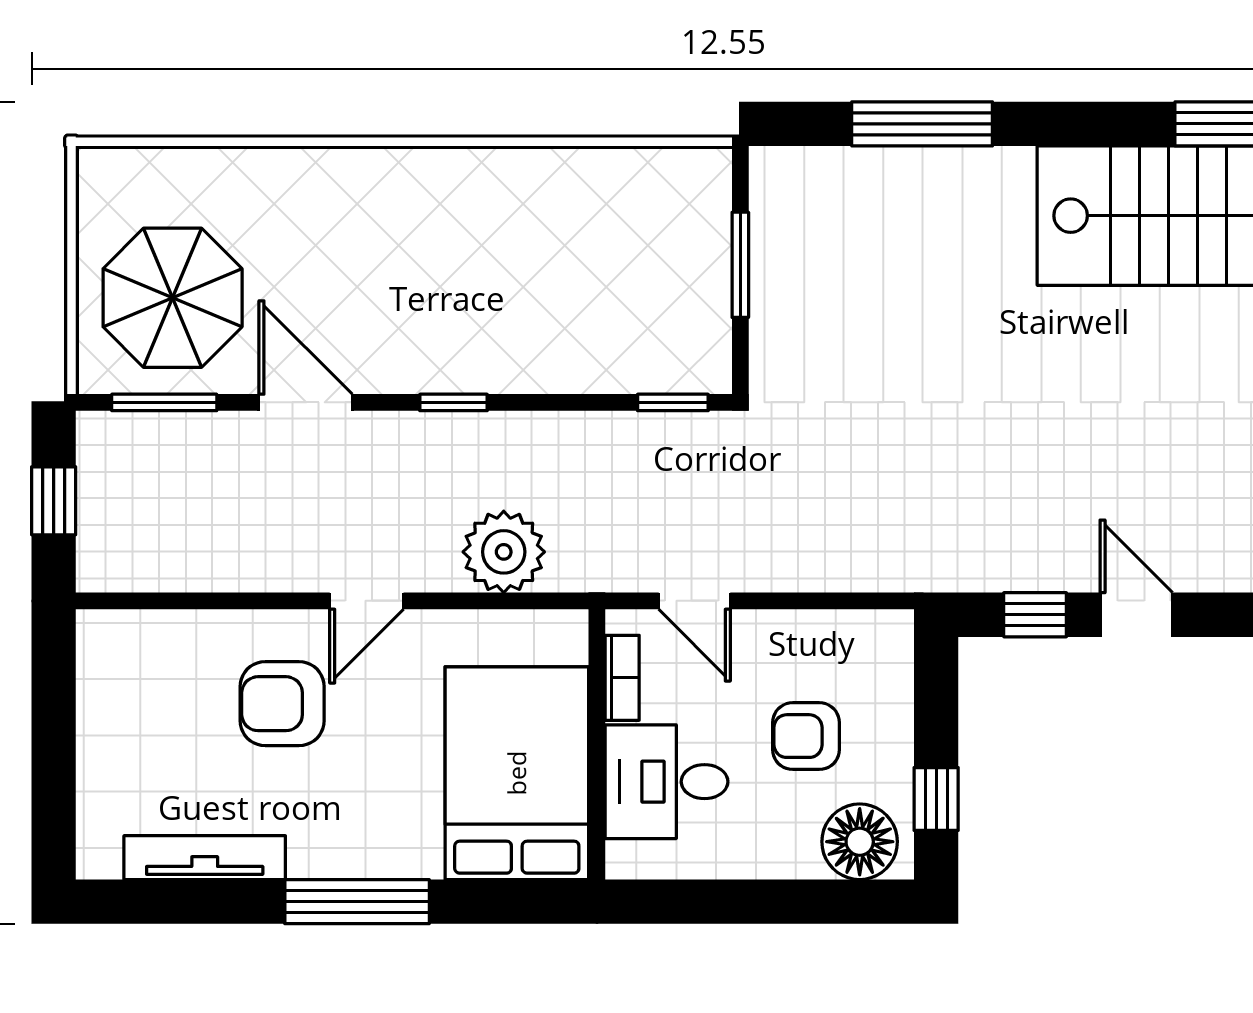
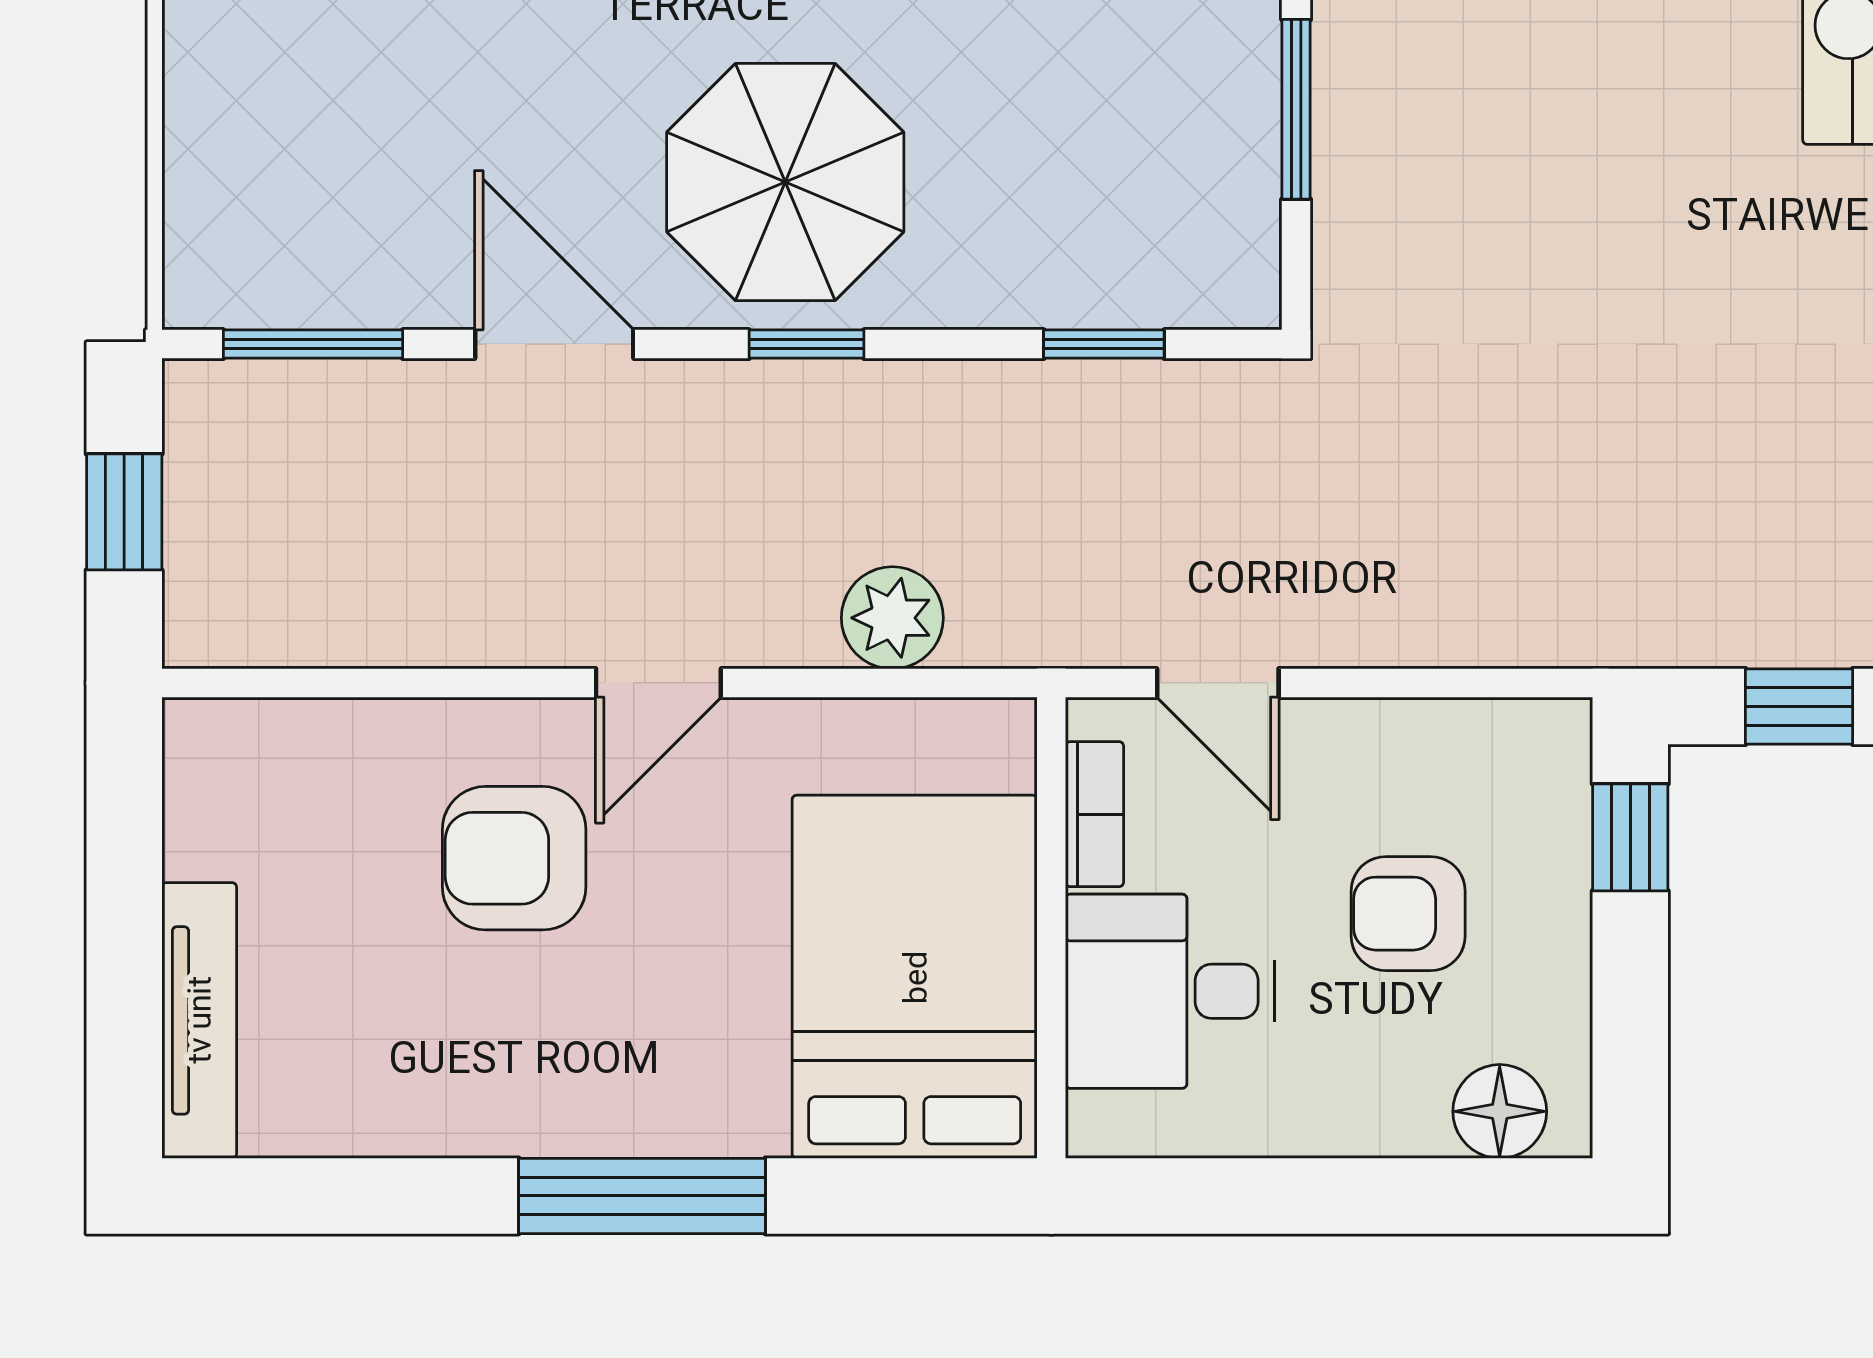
parasol: (173, 298) -> (785, 182), moved
window: (673, 402) -> (1104, 344), moved
plant: (504, 552) -> (892, 618), width x0.73, depth x0.73
window: (936, 799) -> (1630, 837), moved
floor lamp: (860, 842) -> (1500, 1111), width x0.73, depth x0.73
tv unit: (205, 858) -> (199, 1020), moved, turned 90

